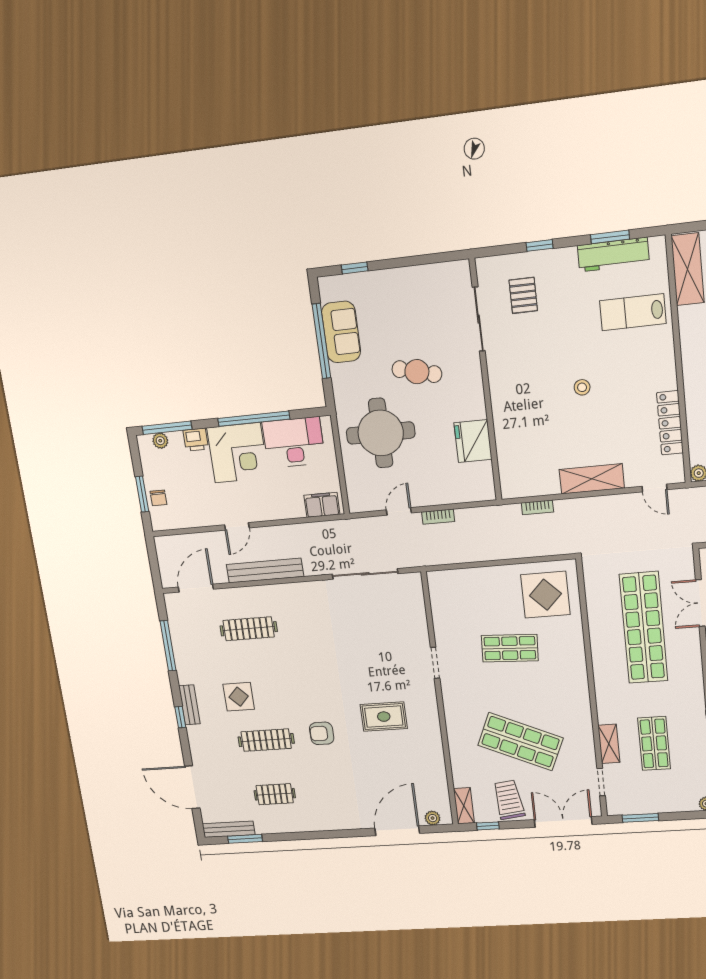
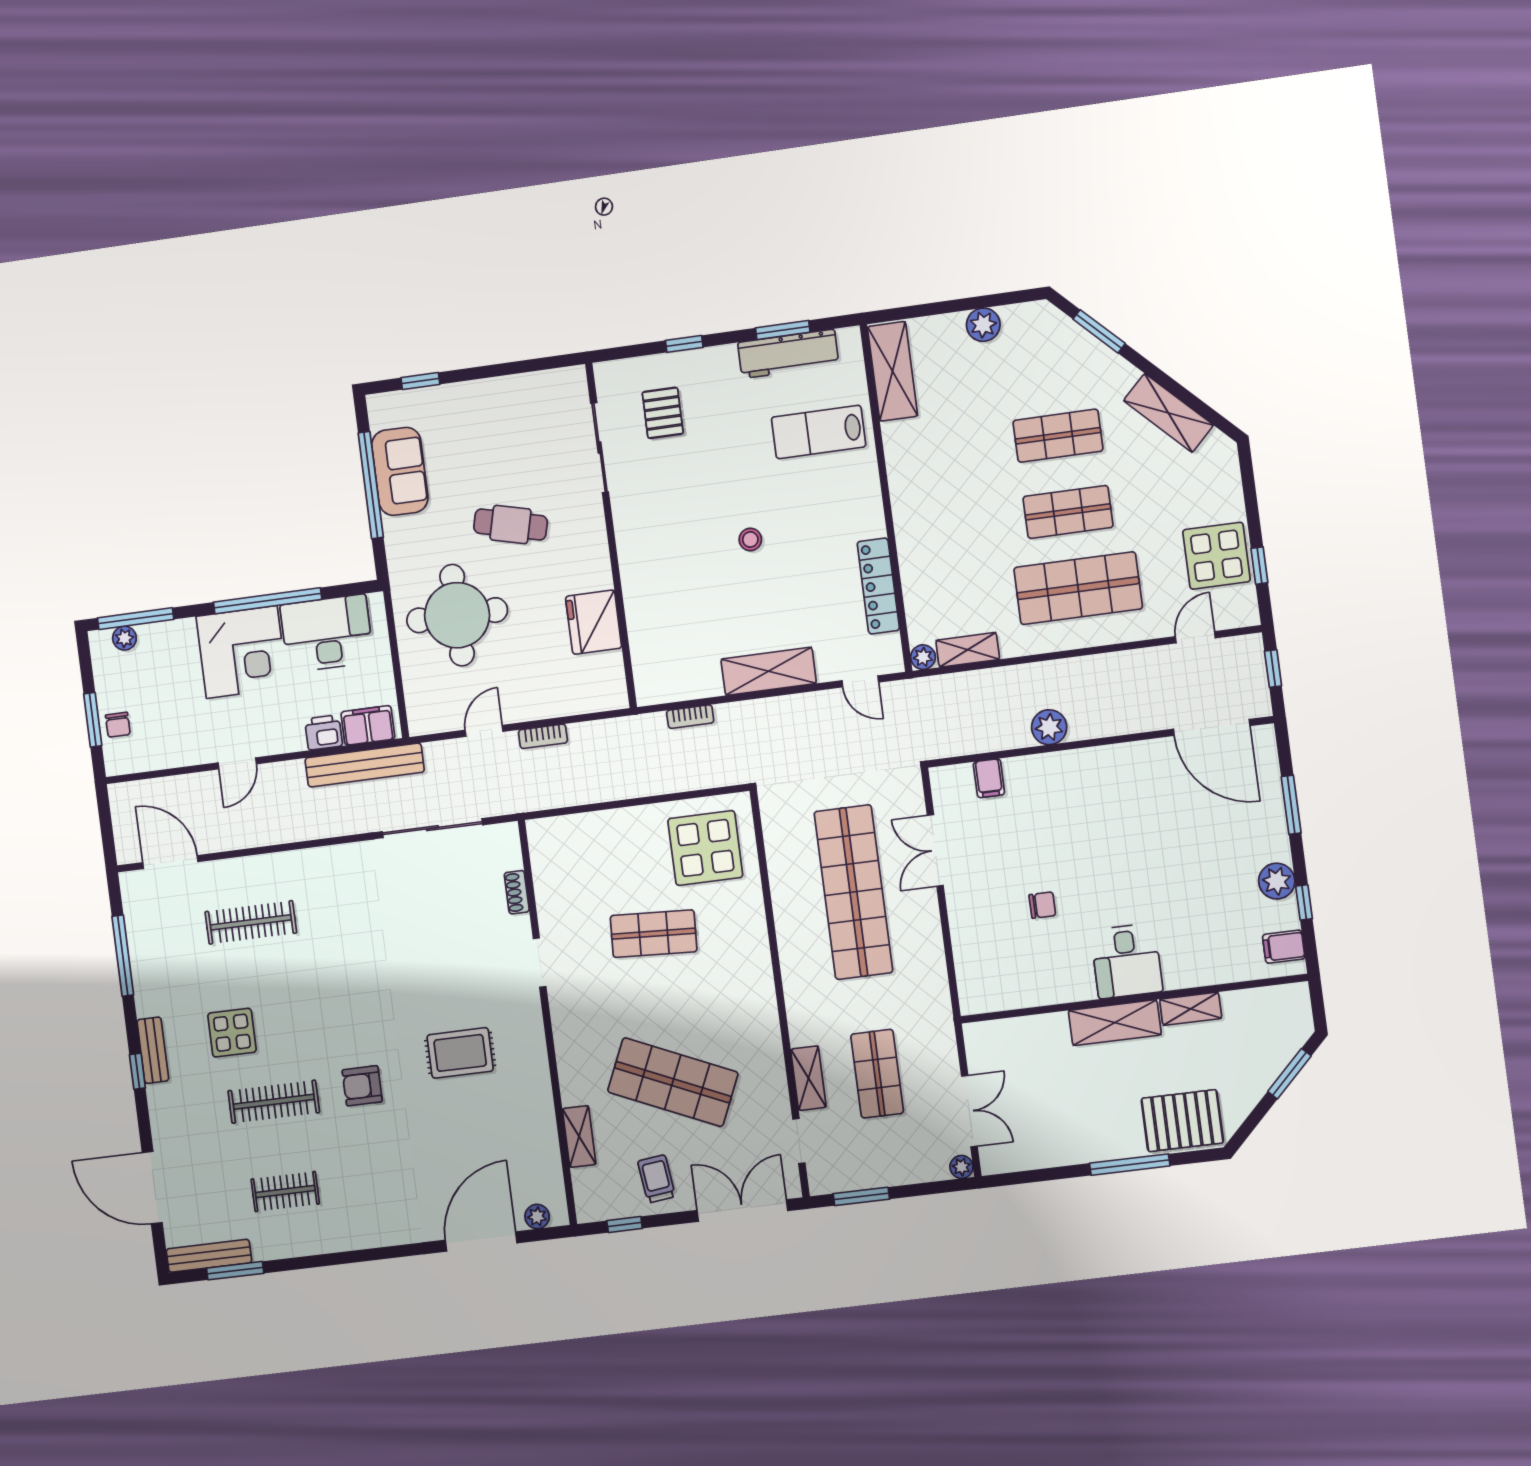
printer: (196, 440) -> (324, 732), moved, turned 180
bench: (265, 570) -> (365, 765), moved
door: (196, 588) -> (170, 862), hinge flipped
shoe rack: (420, 618) -> (517, 892), added
trolley: (509, 800) -> (657, 1179), width x0.73, depth x0.72
shelving: (464, 806) -> (579, 1136), moved

